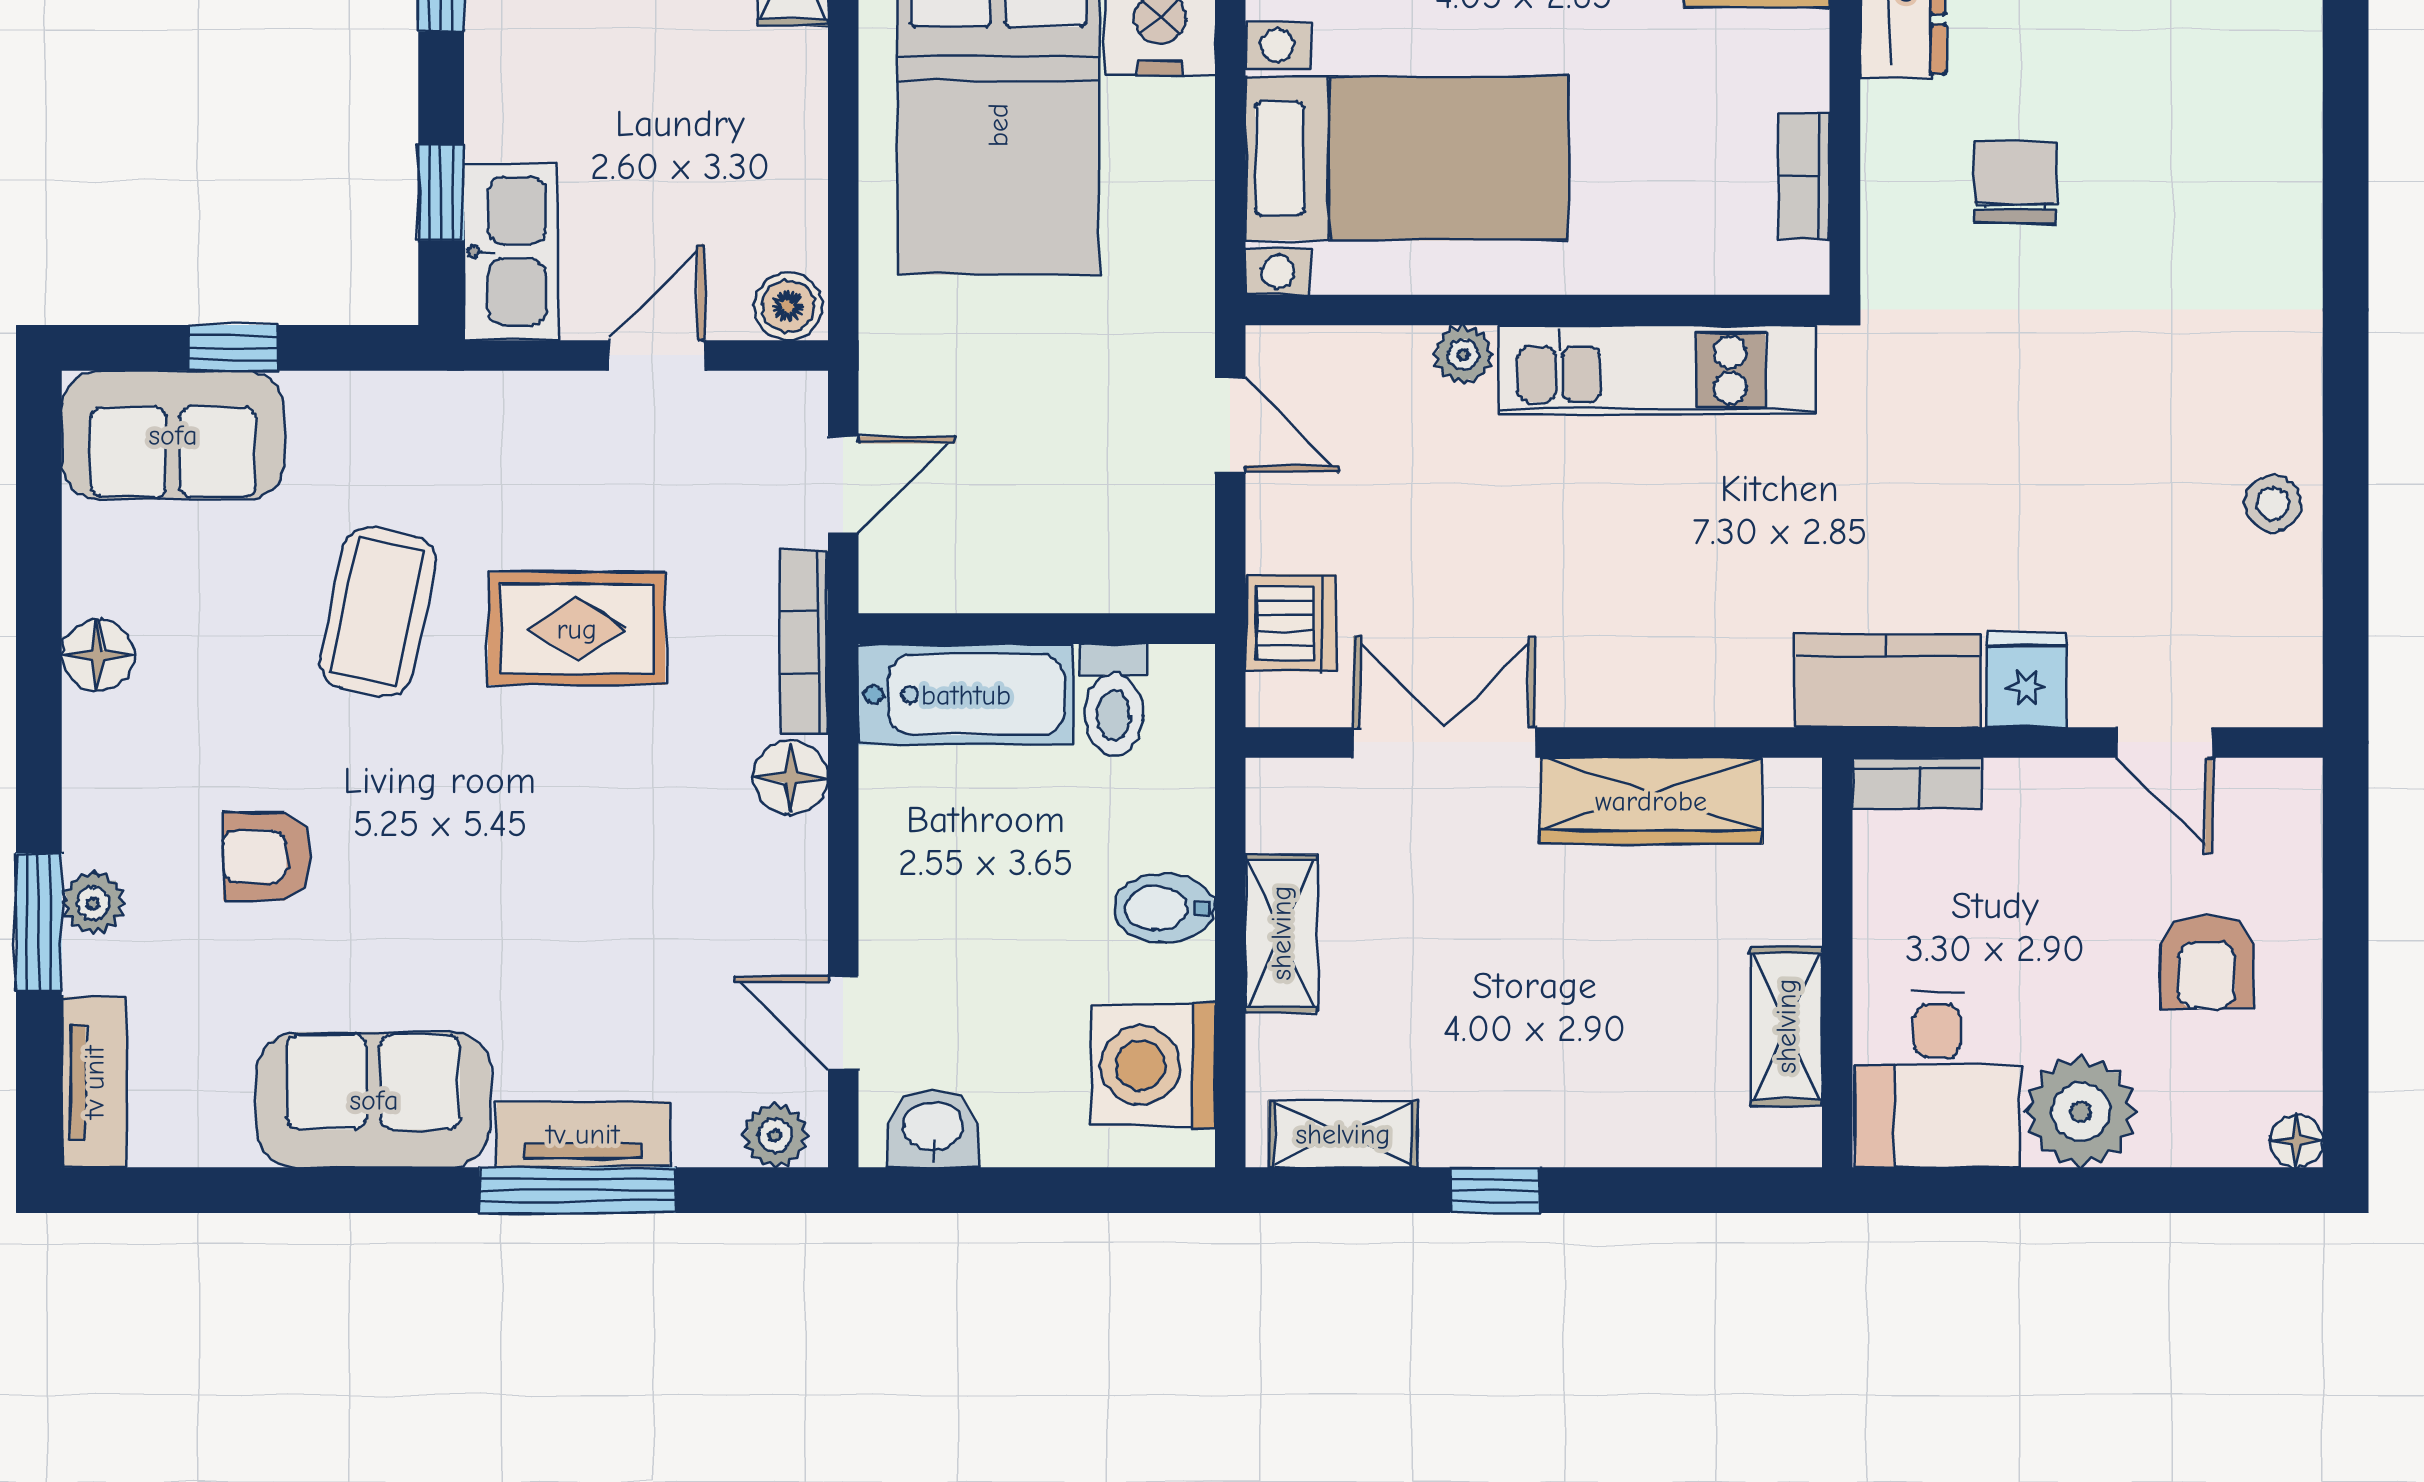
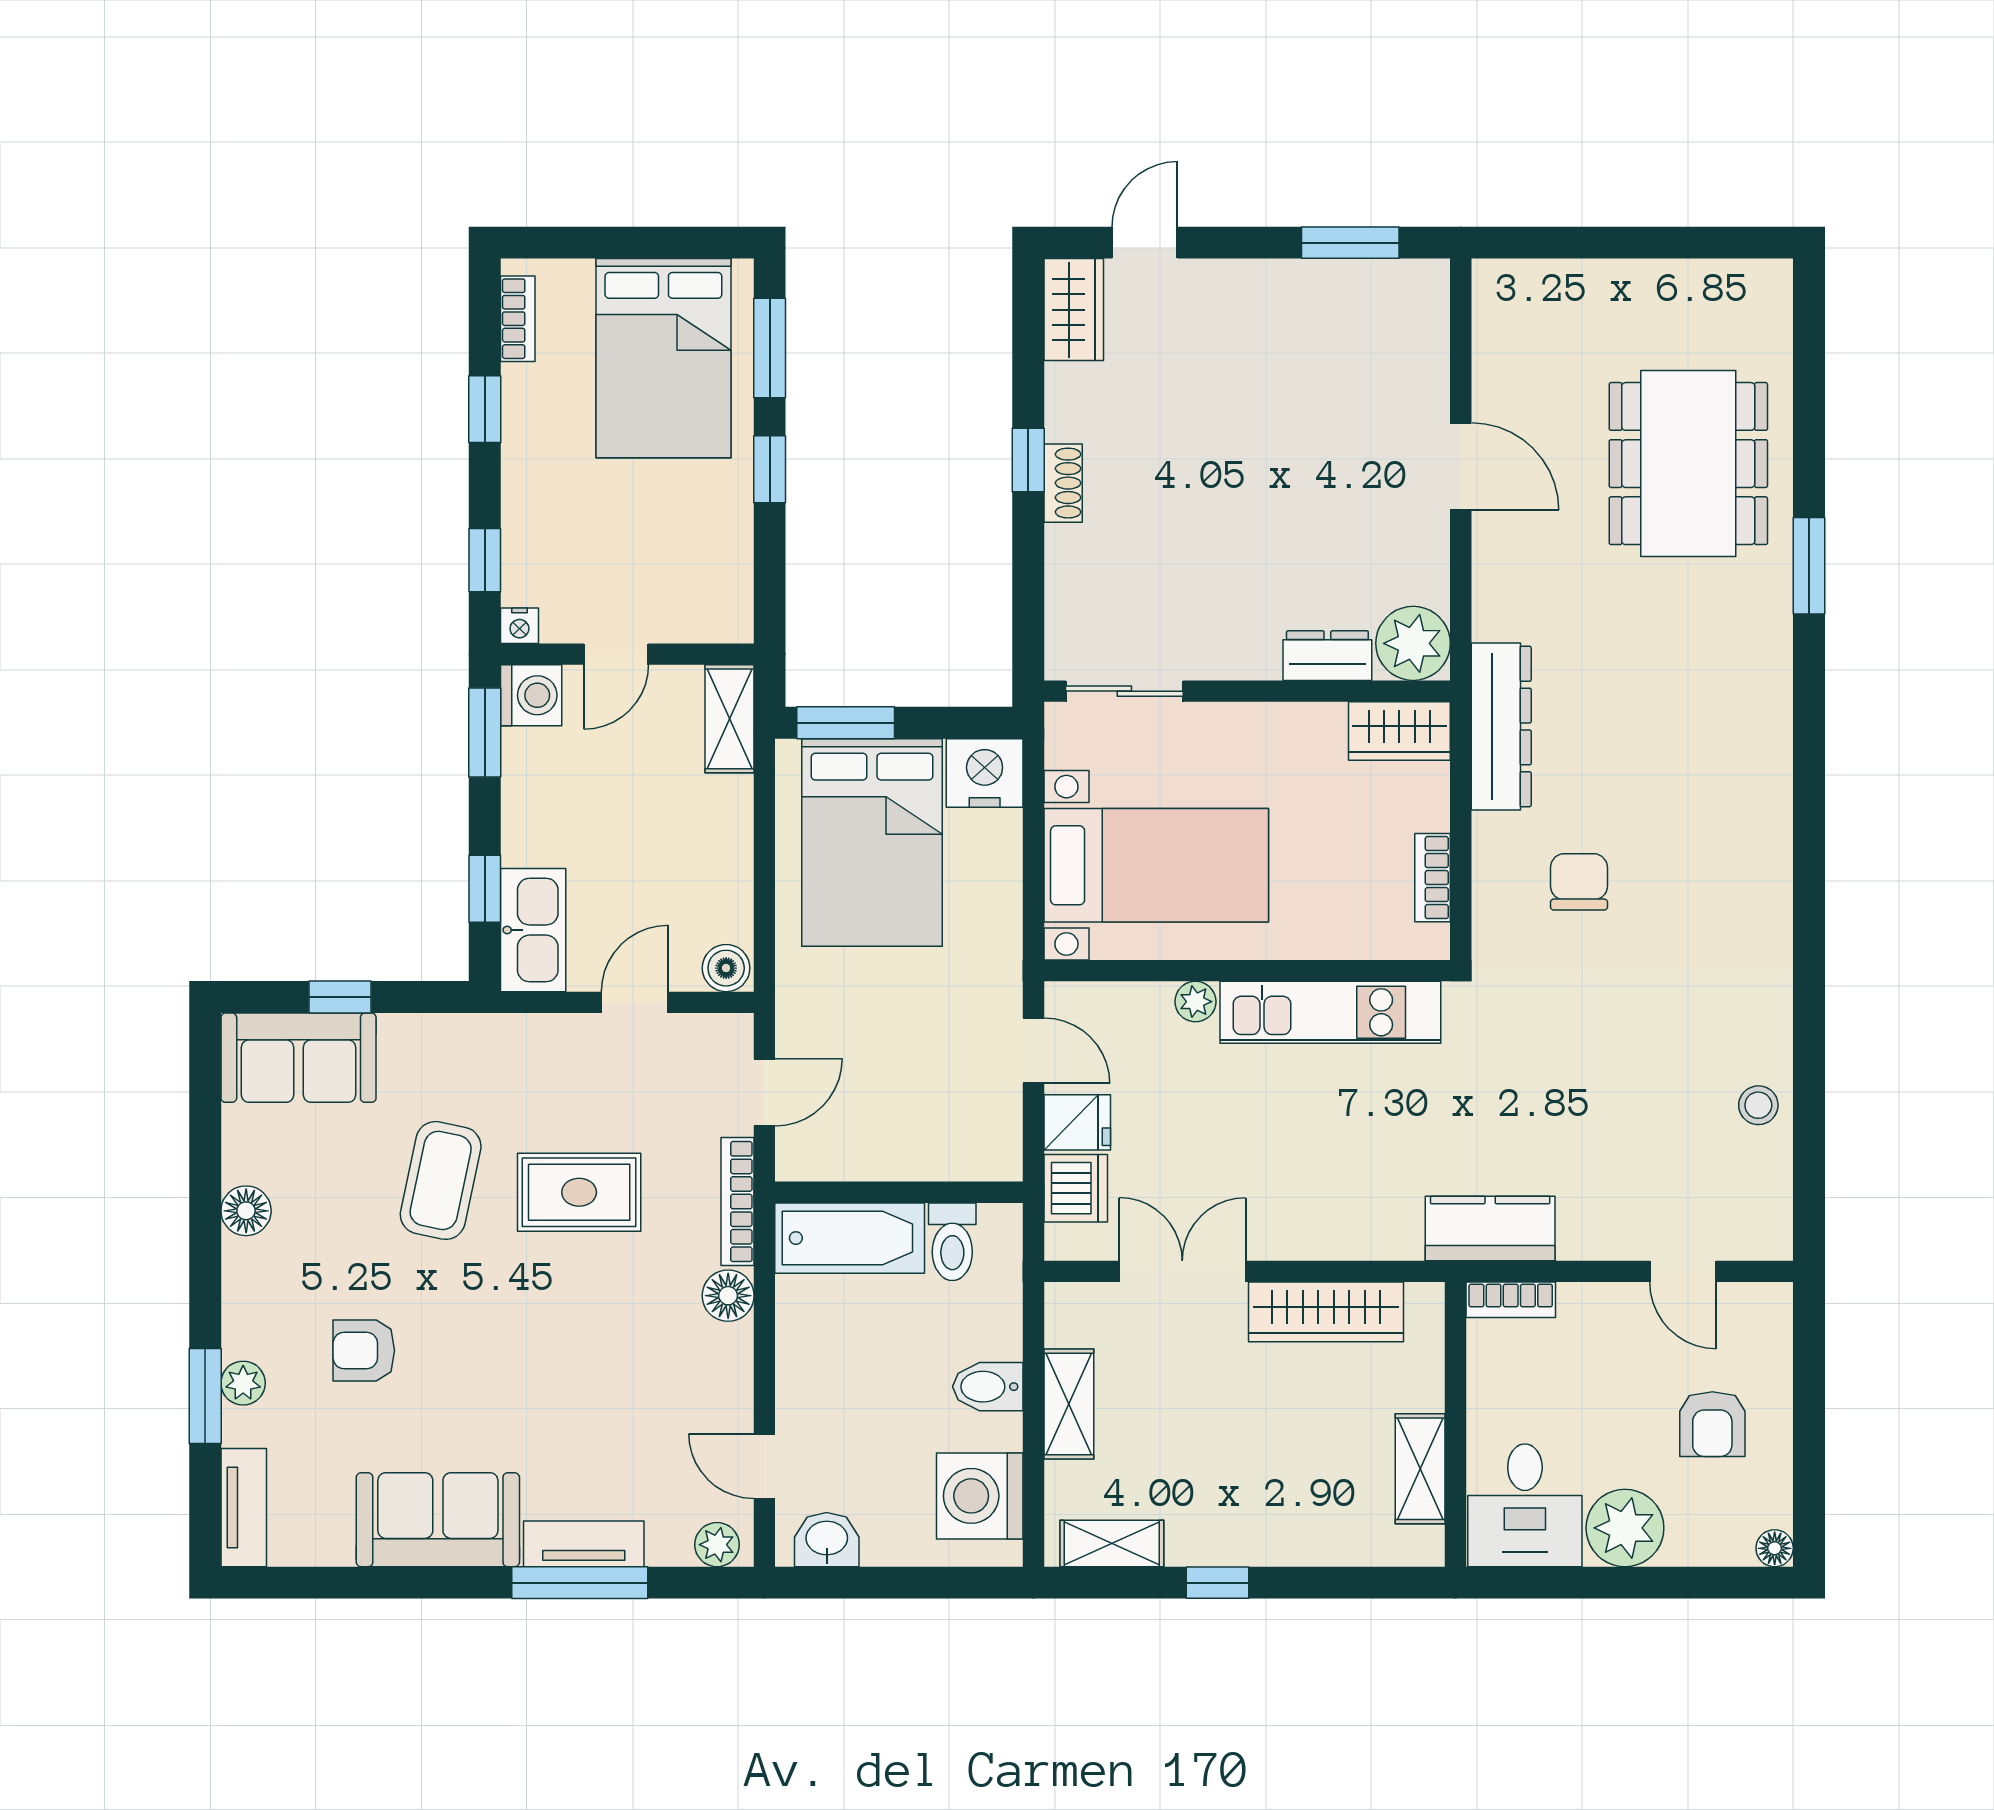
fridge: (2026, 680) -> (1077, 1122), moved, turned 90

